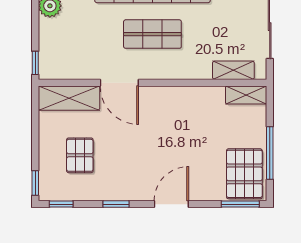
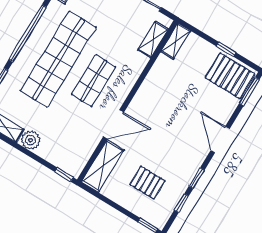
window: (270, 153) -> (226, 49), width x0.46
window: (61, 204) -> (182, 203), moved

